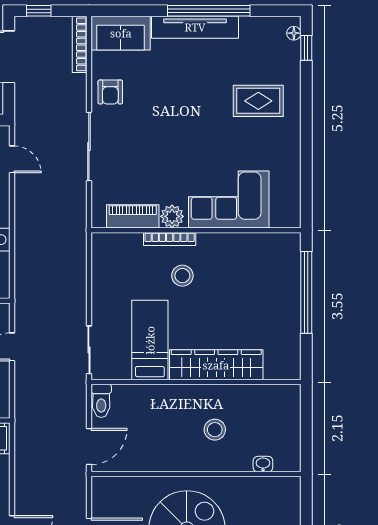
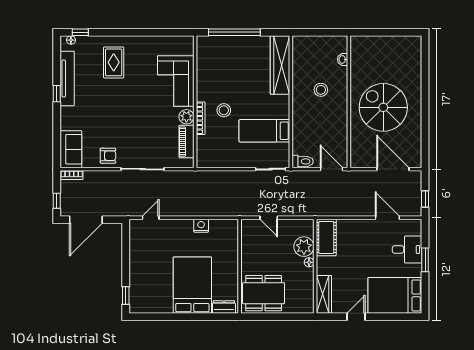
window: (209, 11) -> (57, 94), width x0.32
tv unit: (195, 27) -> (67, 78), moved
bookcase: (80, 44) -> (72, 175), width x0.64
wardrobe: (216, 365) -> (280, 65), moved

